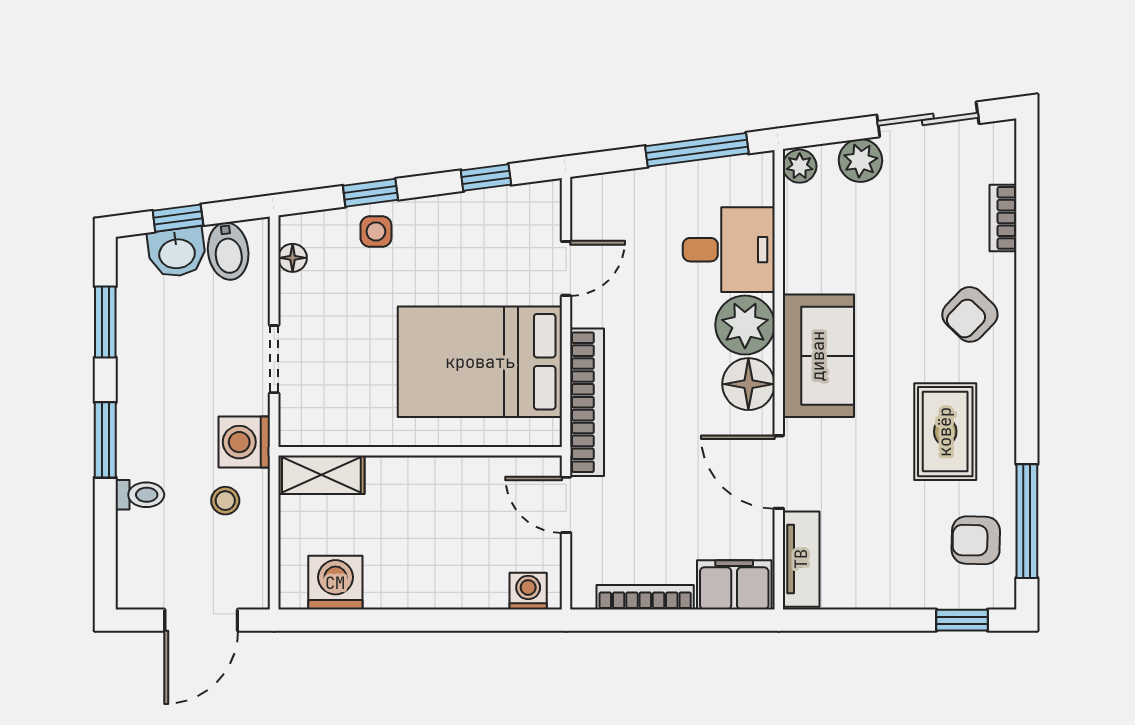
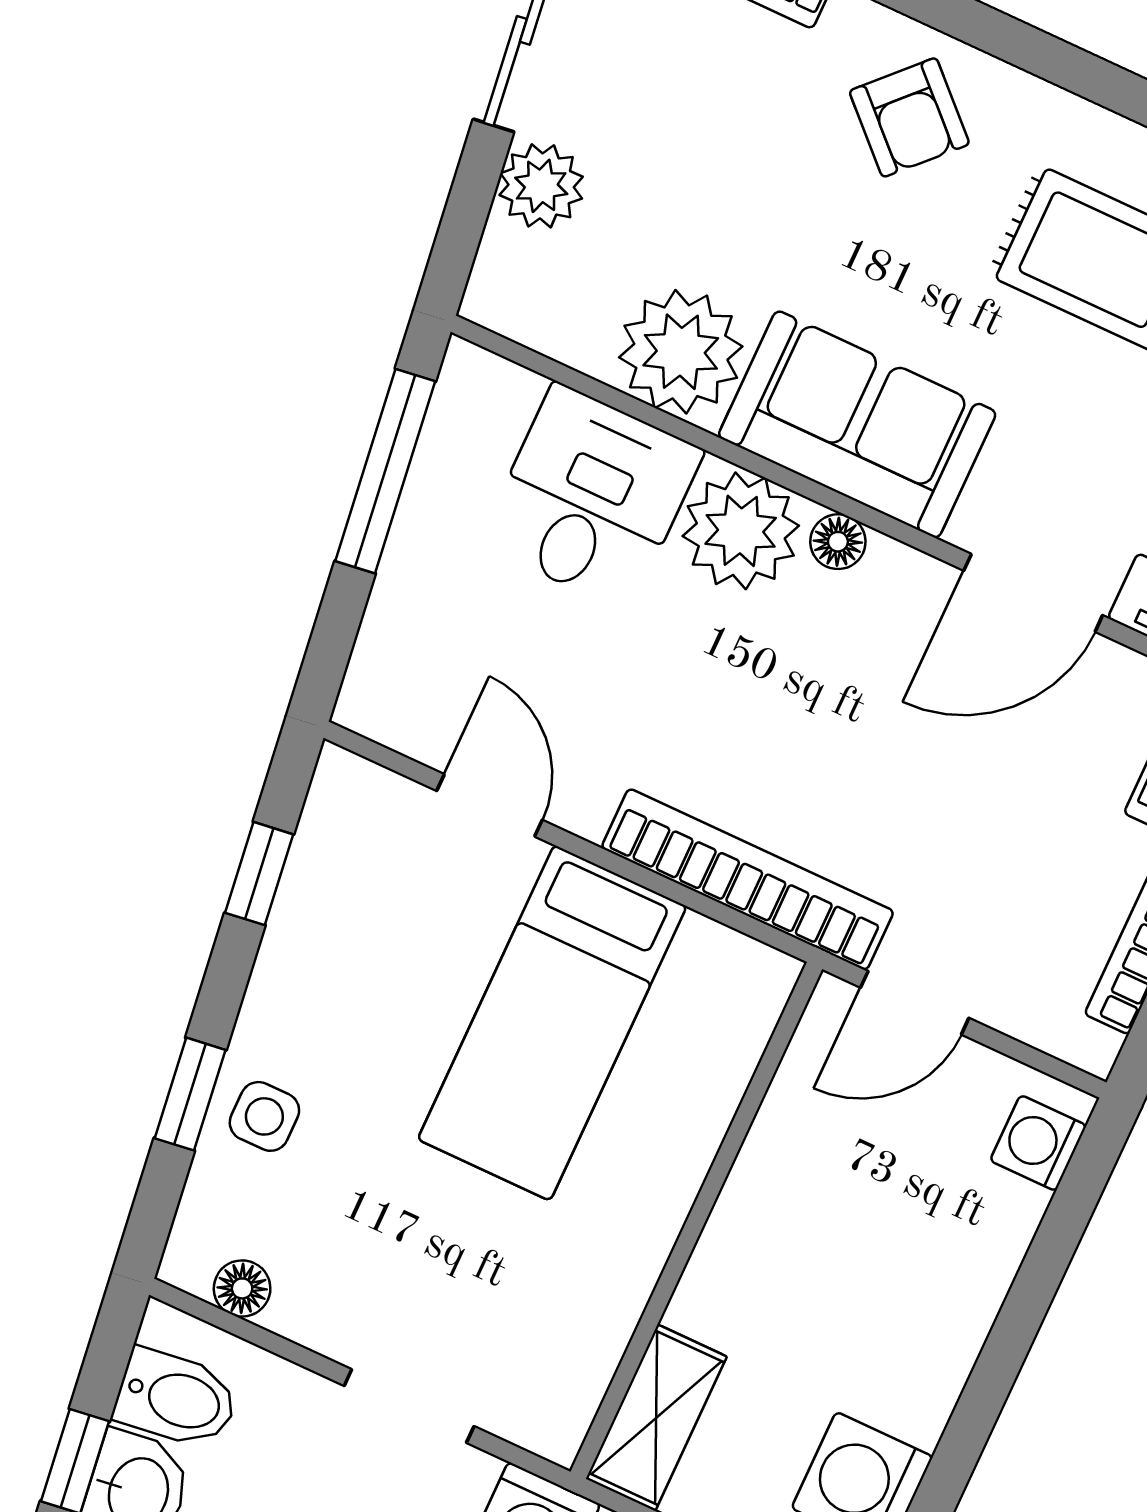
plant: (800, 166) -> (681, 352), moved, width x1.88, depth x1.88
bed: (480, 362) -> (552, 1023), width x0.67
floor lamp: (748, 384) -> (838, 542), width x0.53, depth x0.53

